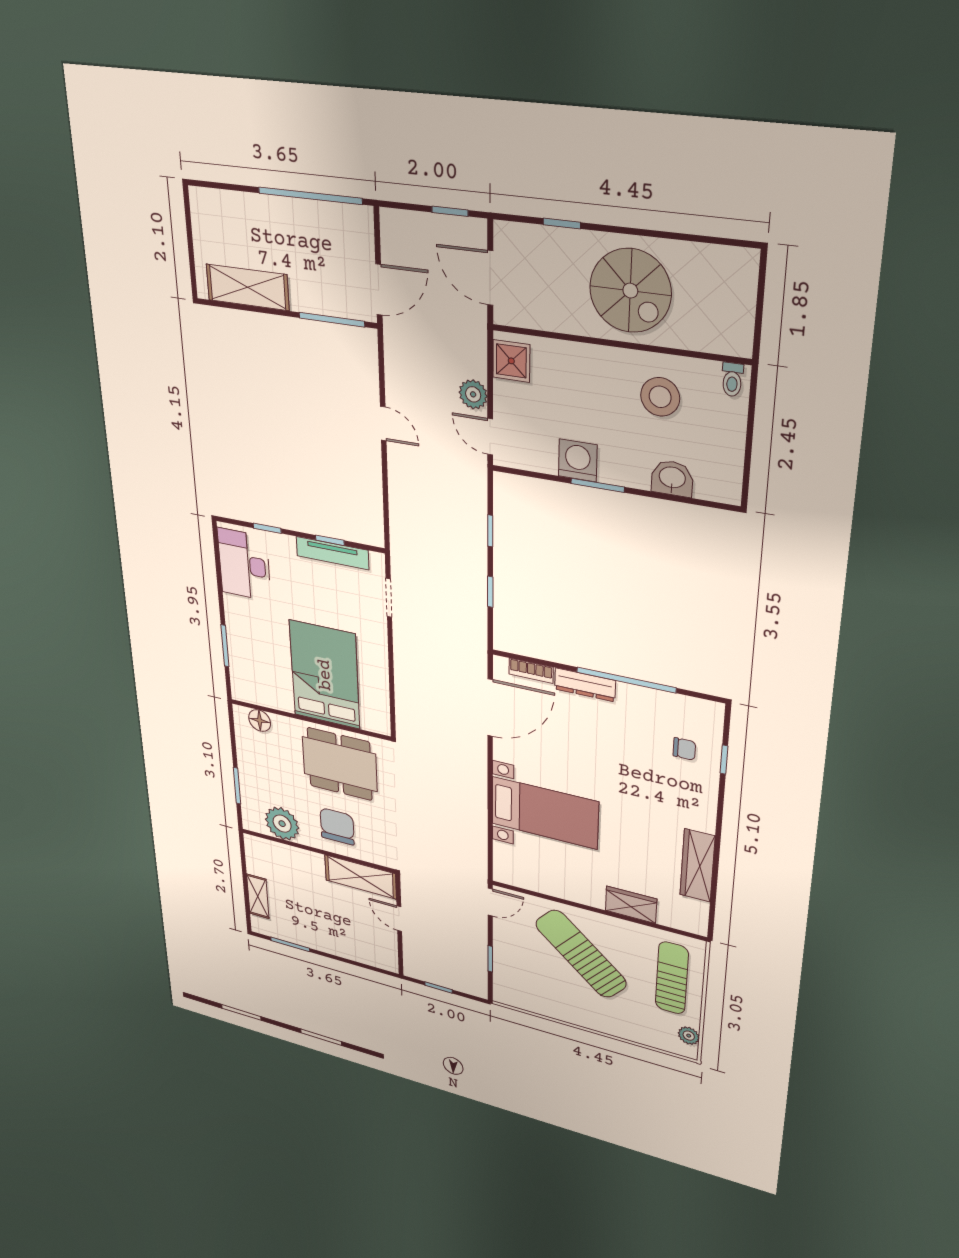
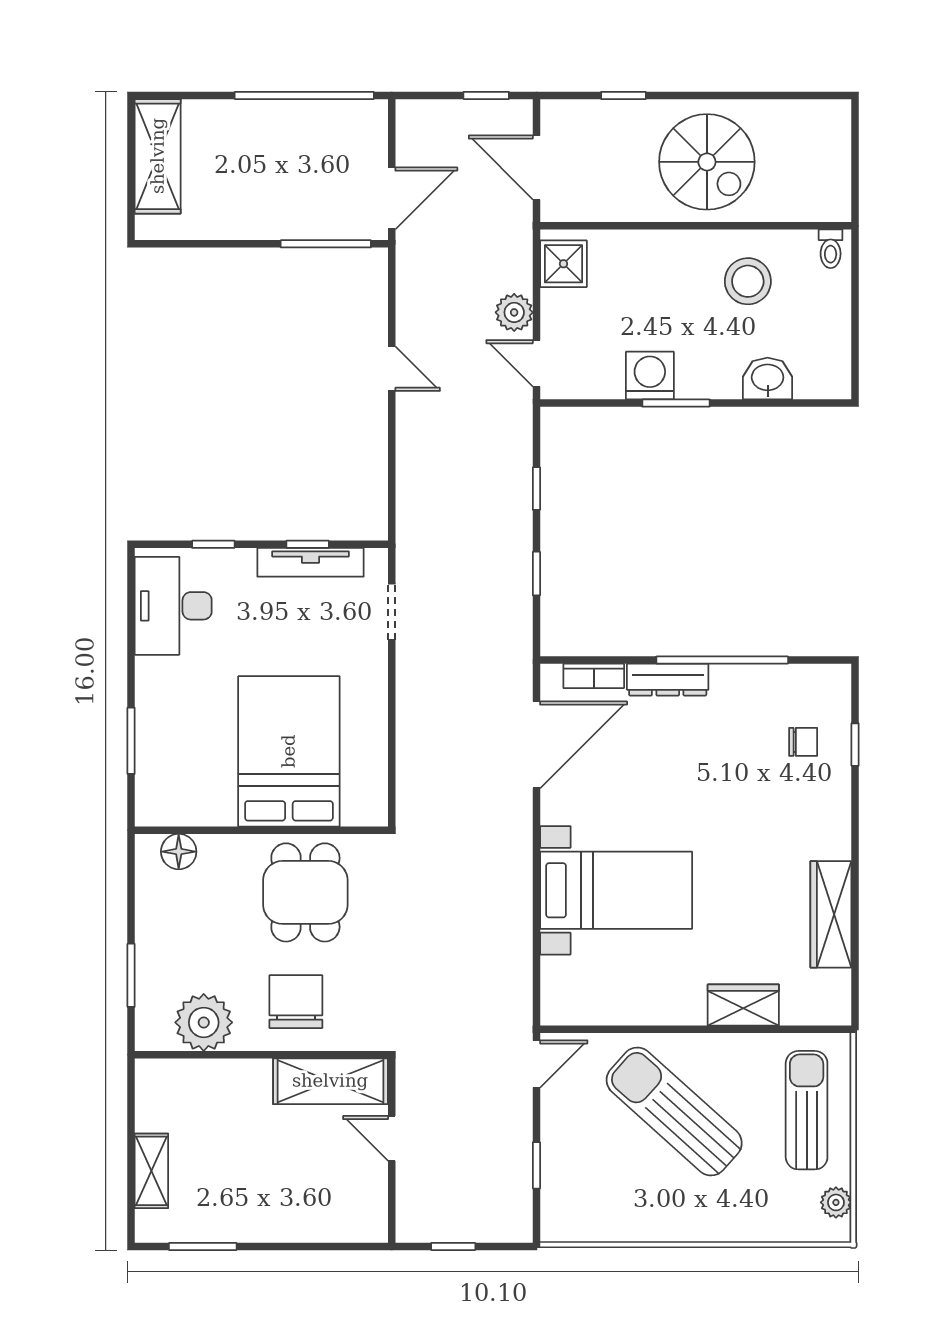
shelving: (248, 287) -> (158, 156), moved, turned 90
dining table: (340, 764) -> (305, 892), width x0.73

